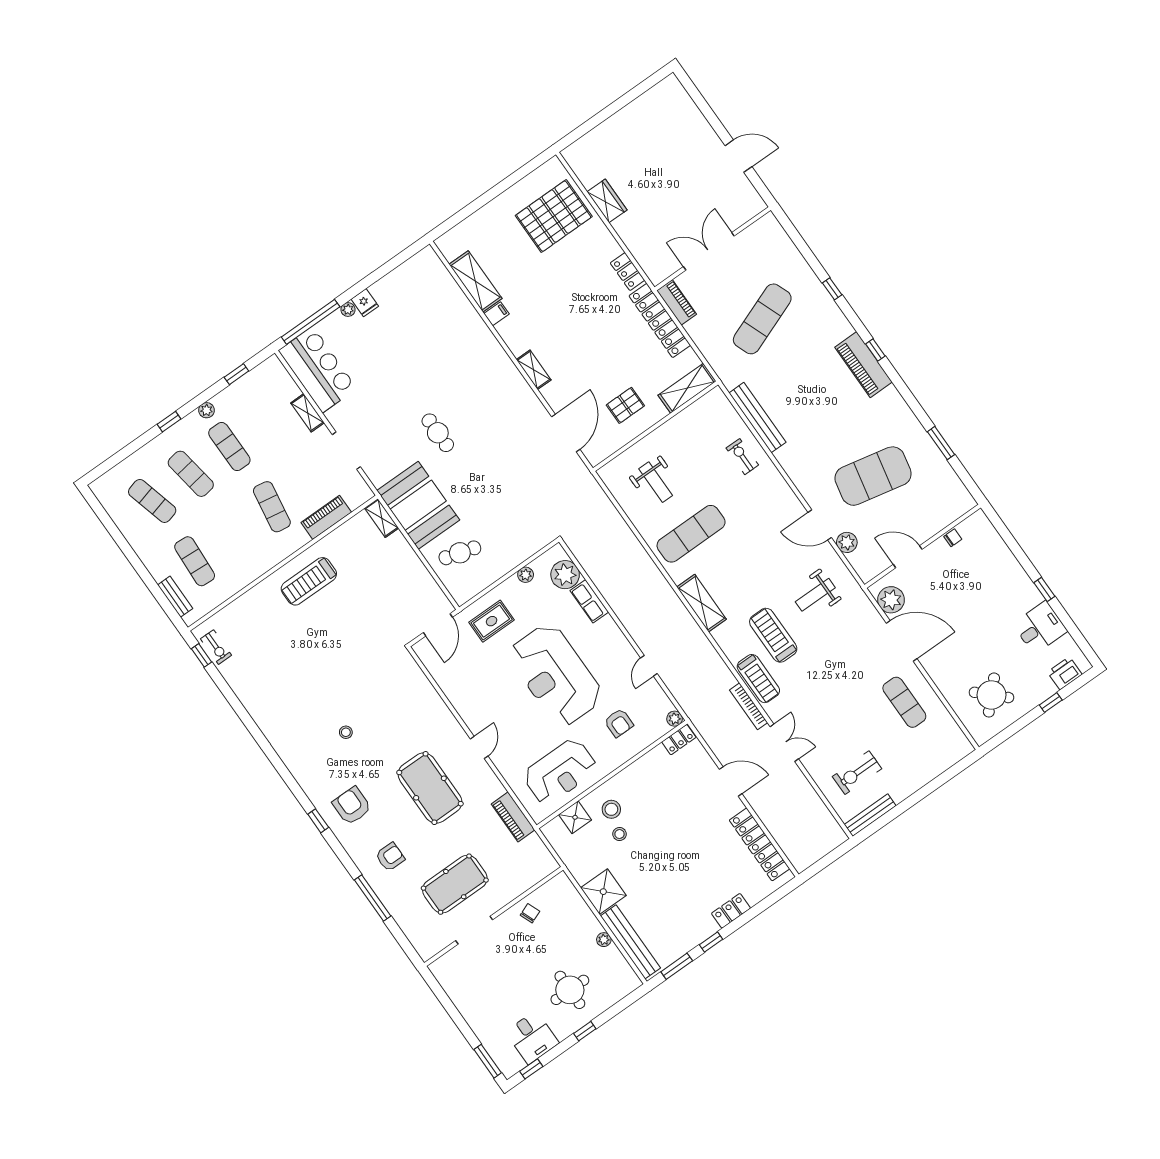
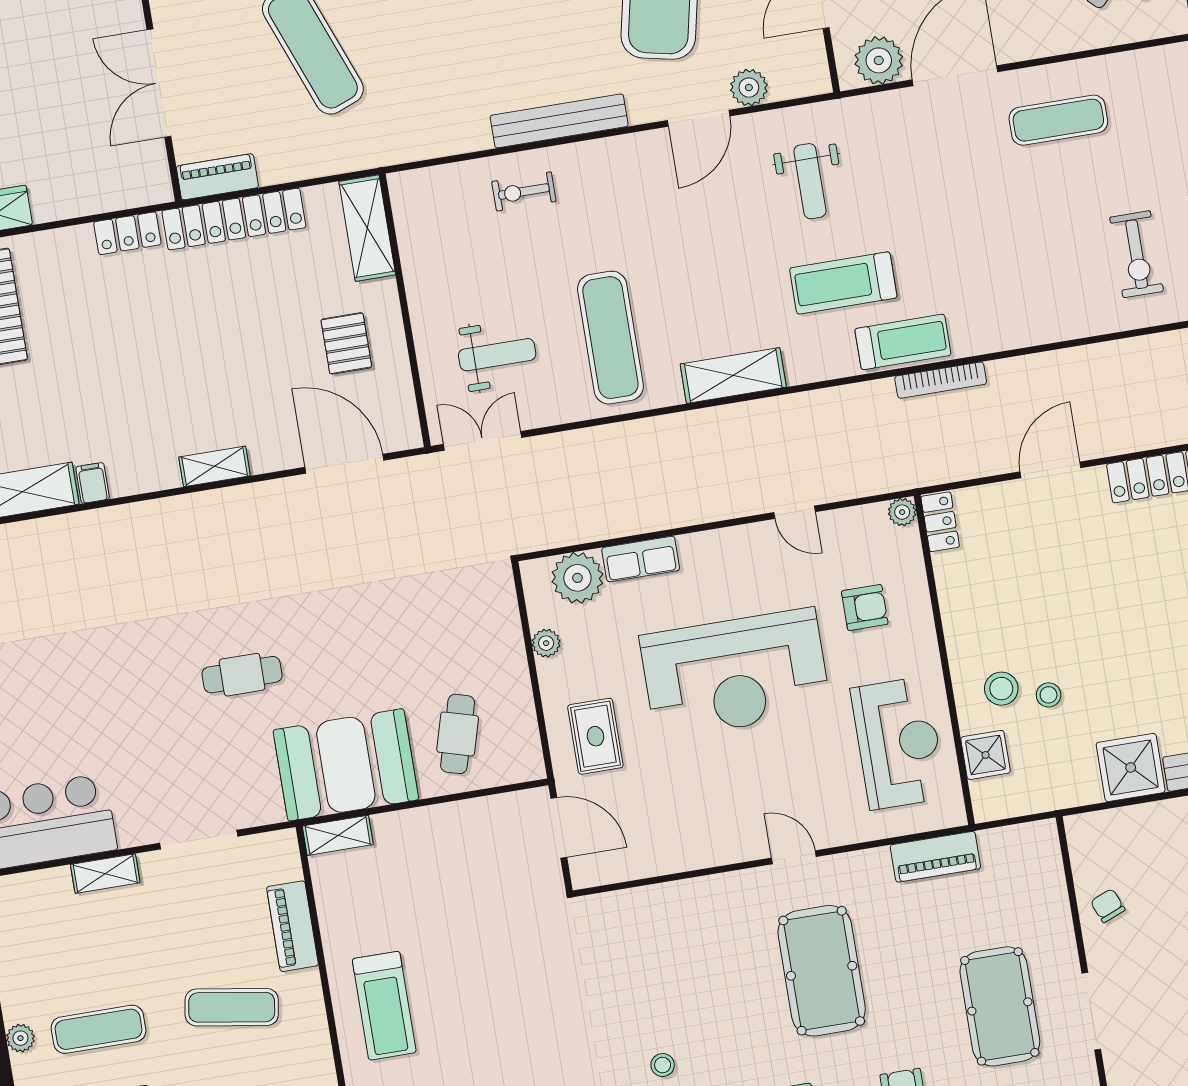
bench: (757, 418) -> (559, 121), moved
double door: (784, 743) -> (483, 441), moved
pool table: (430, 788) -> (822, 971), turned 90

